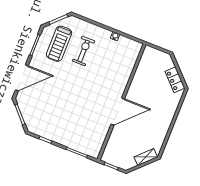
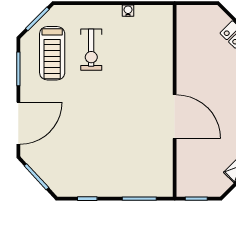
exercise bike: (84, 51) -> (91, 50), turned 180
door: (118, 111) -> (175, 117), hinge flipped

